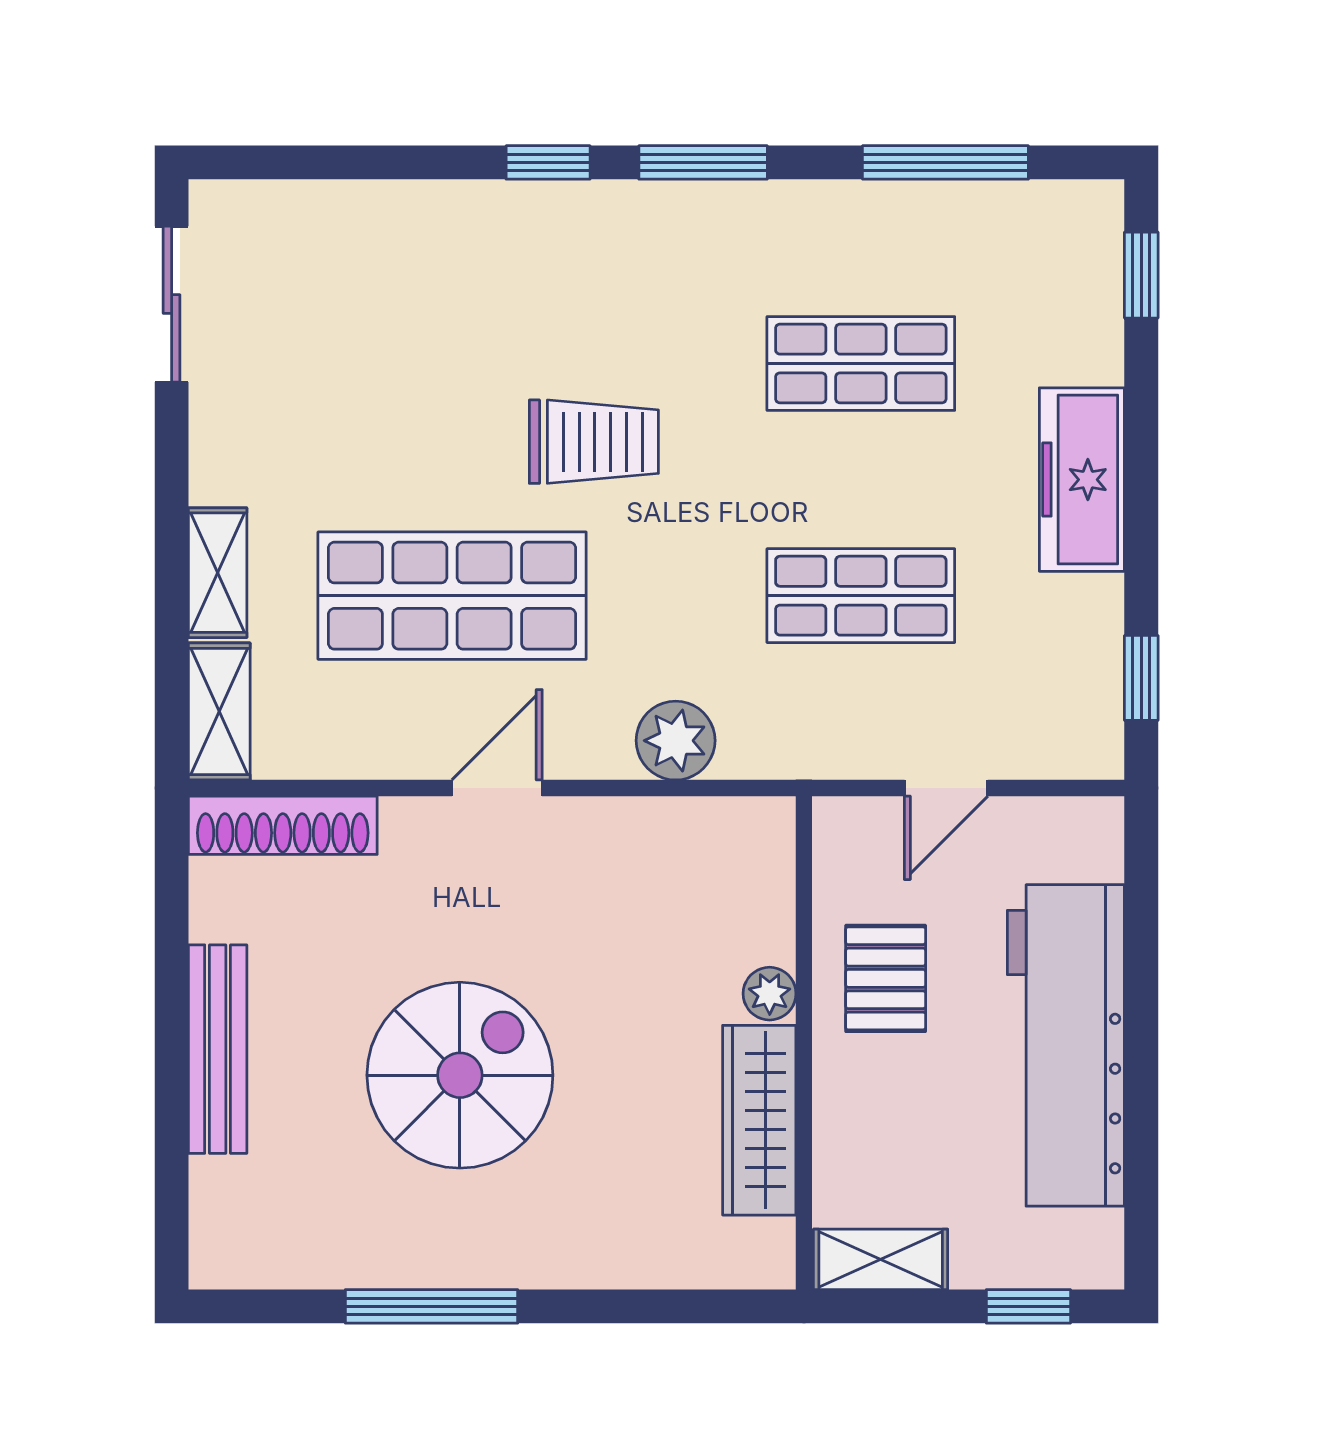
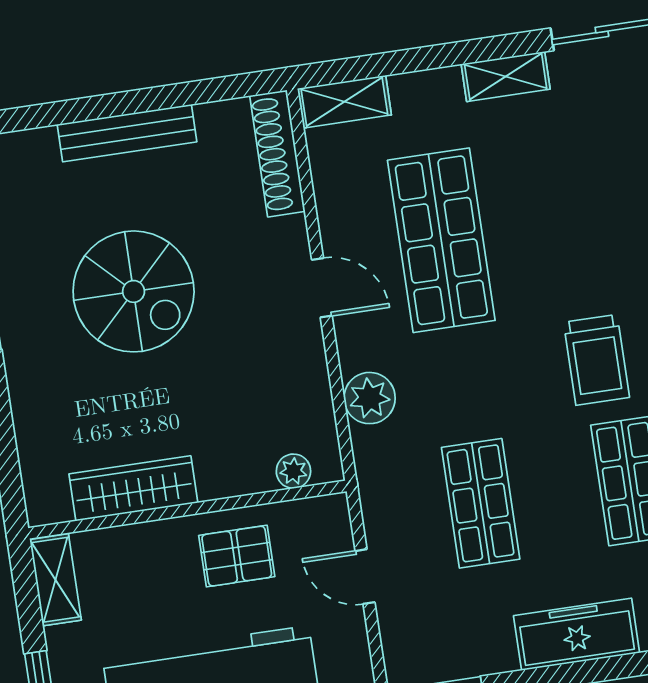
trolley: (594, 442) -> (596, 360), moved
shelving: (218, 573) -> (506, 76), moved
plant: (770, 994) -> (293, 471), moved

